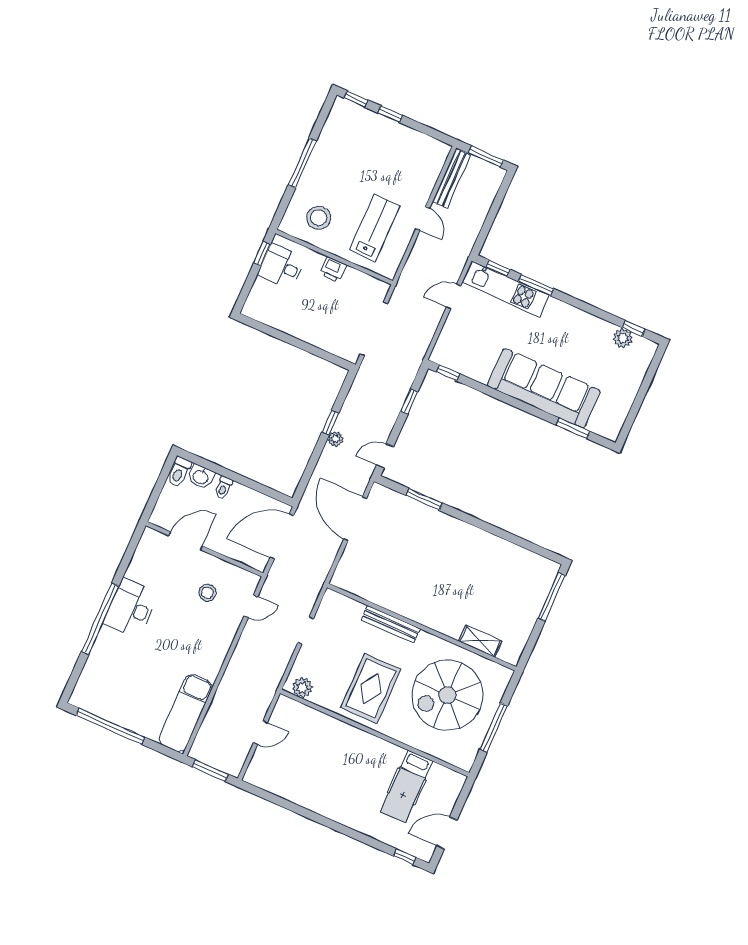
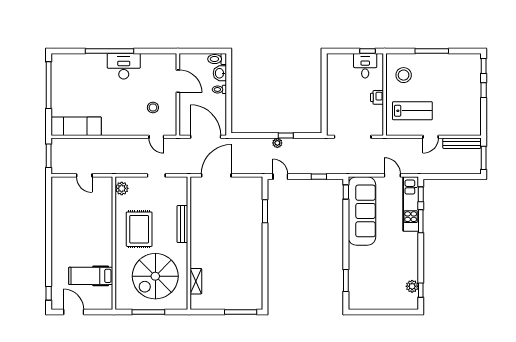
sofa: (544, 388) -> (362, 211), moved
door: (355, 519) -> (216, 175), moved
rug: (371, 689) -> (139, 229), turned 90
spiral stairs: (447, 695) -> (155, 276), turned -90

